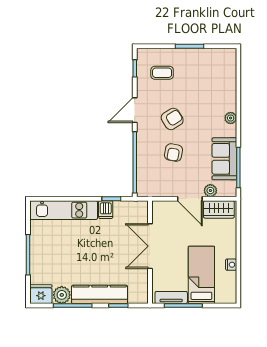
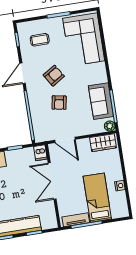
corner sofa: (215, 81) -> (84, 39), added
plant: (231, 118) -> (101, 67), removed
plant: (210, 191) -> (110, 126), moved
door: (190, 199) -> (65, 140), moved
dishwasher: (106, 210) -> (40, 153), moved

